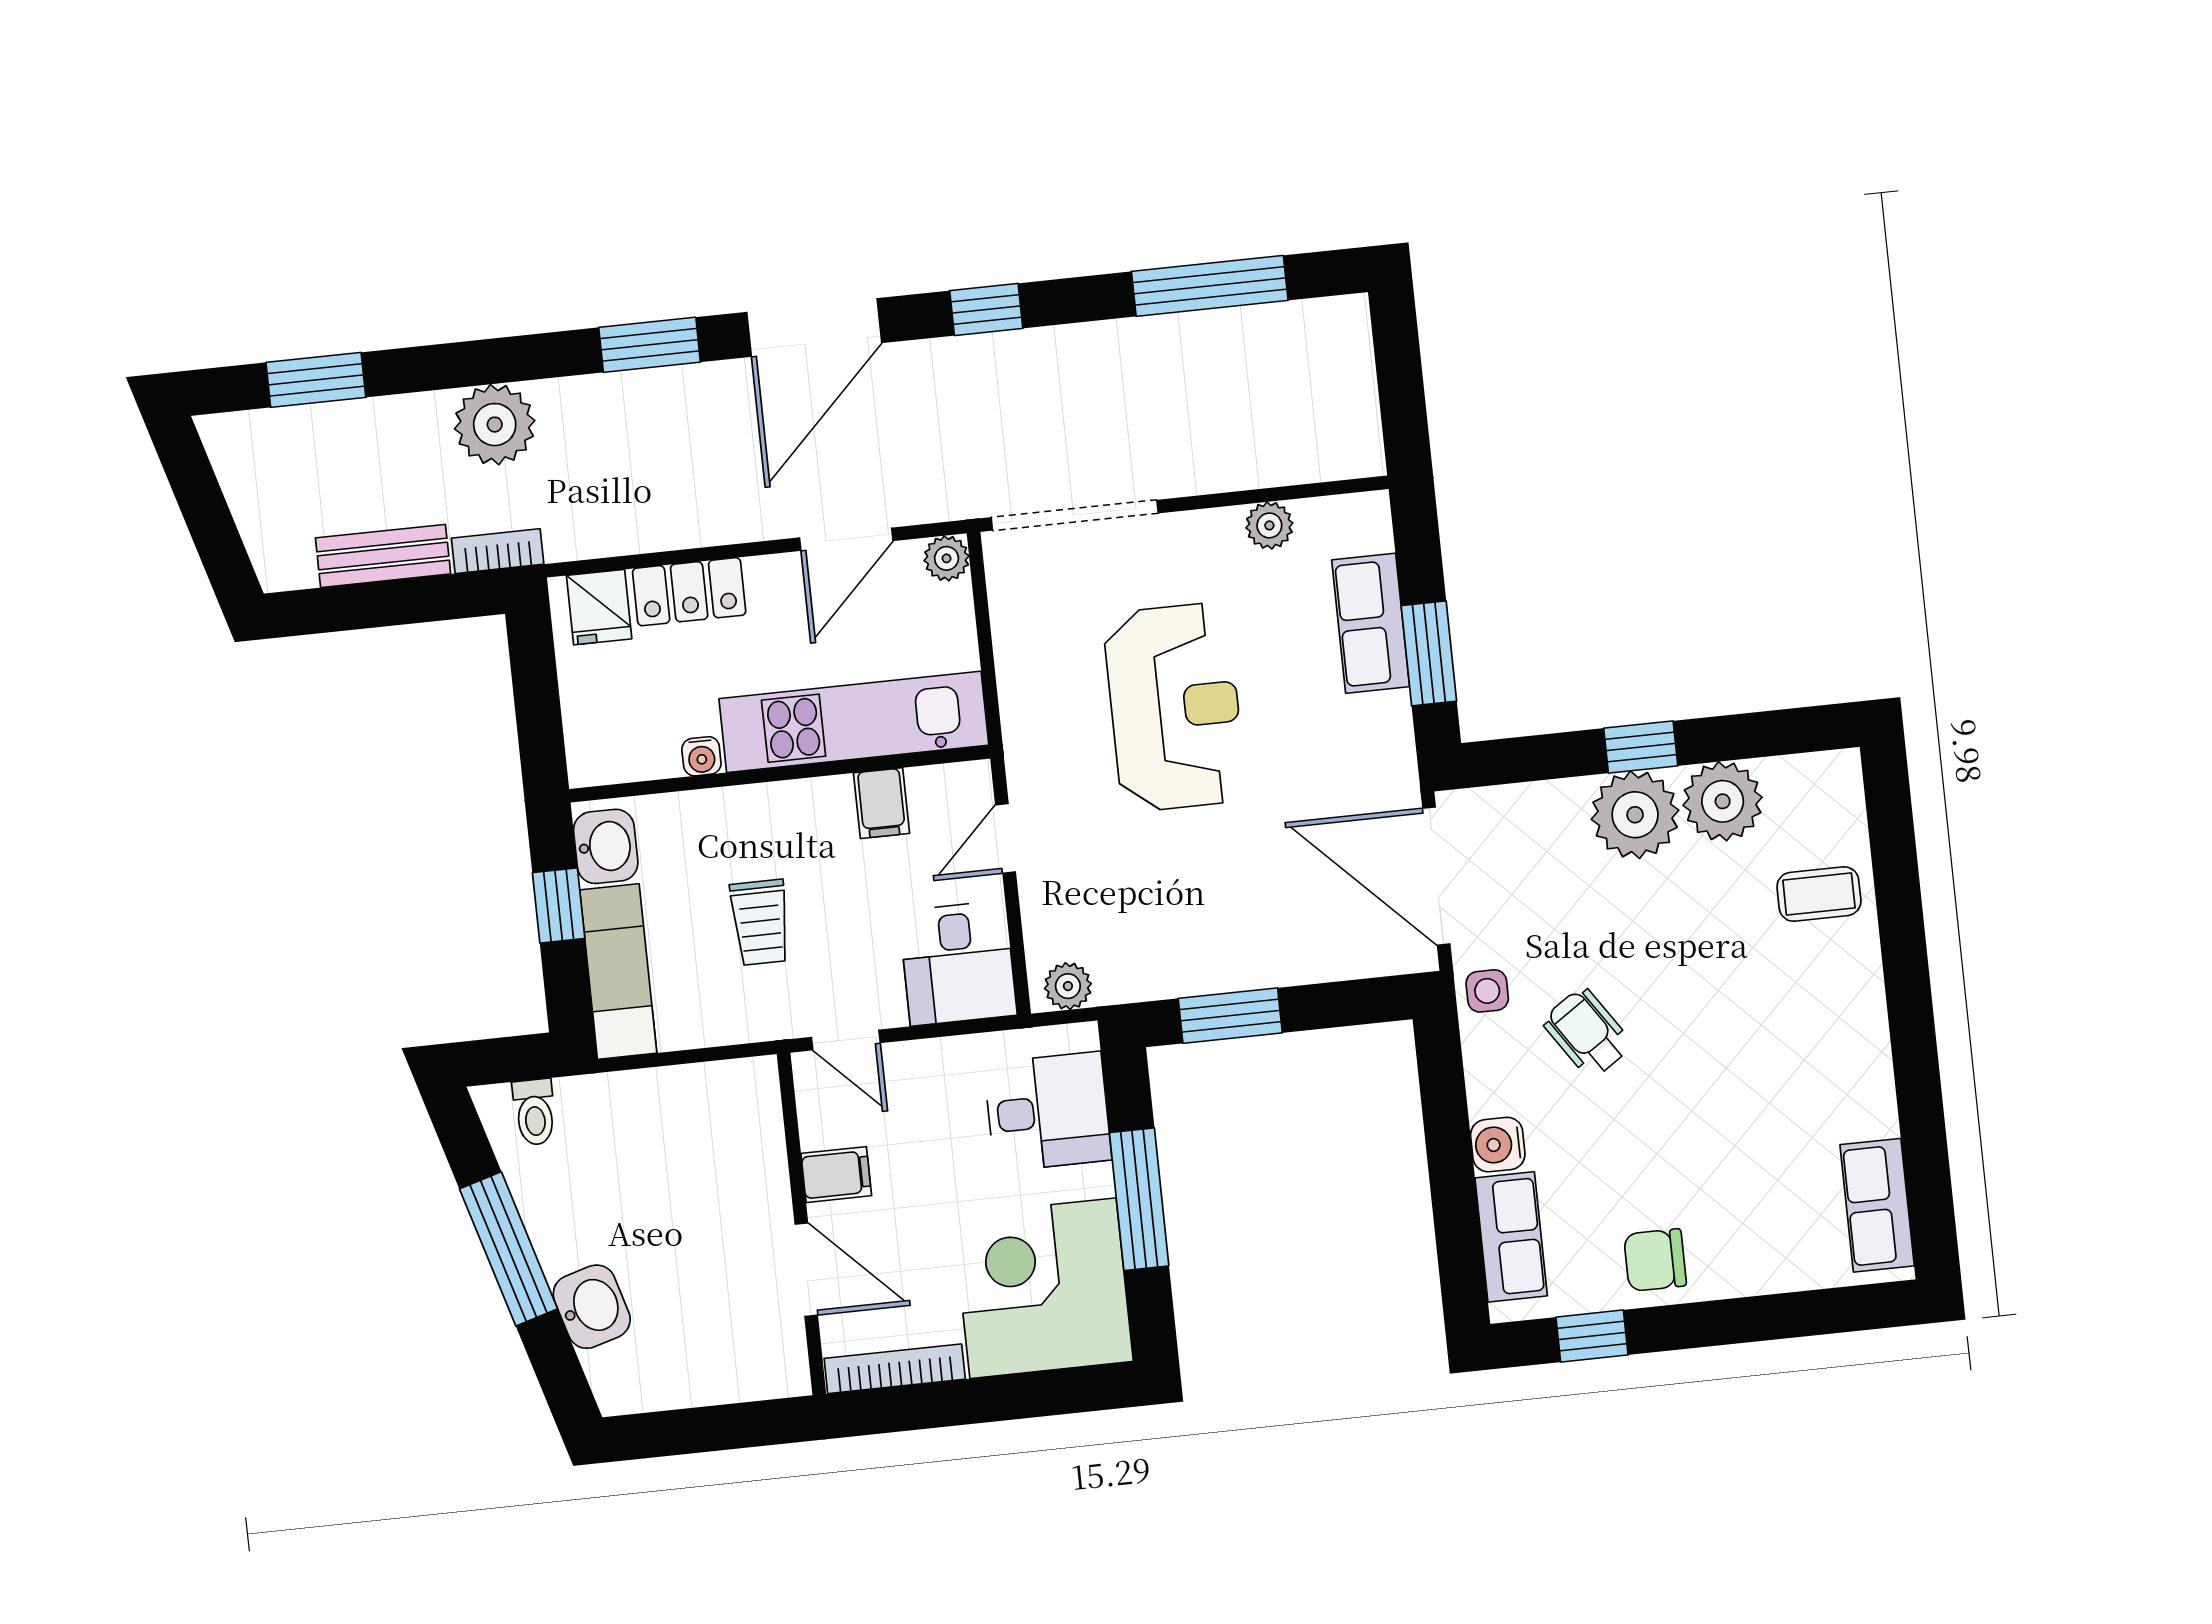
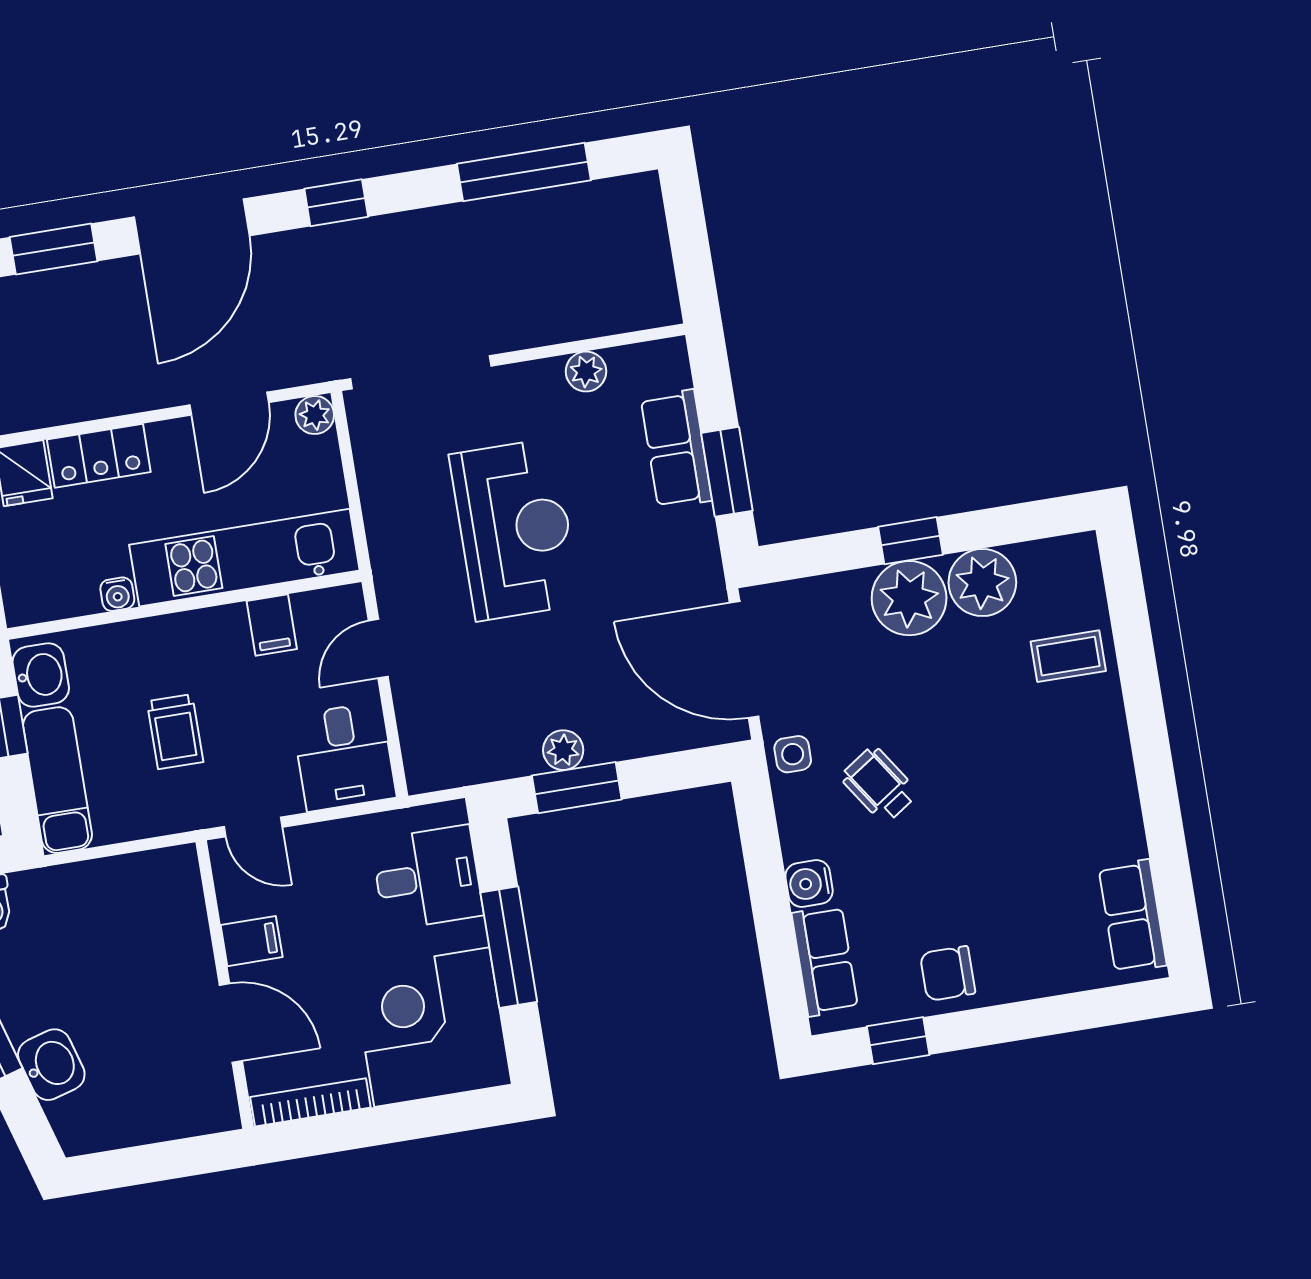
plant: (1068, 986) -> (563, 750), moved

